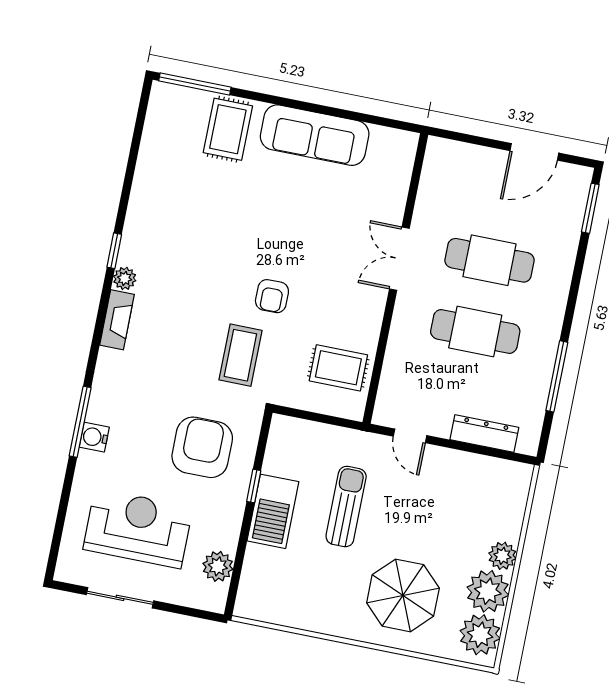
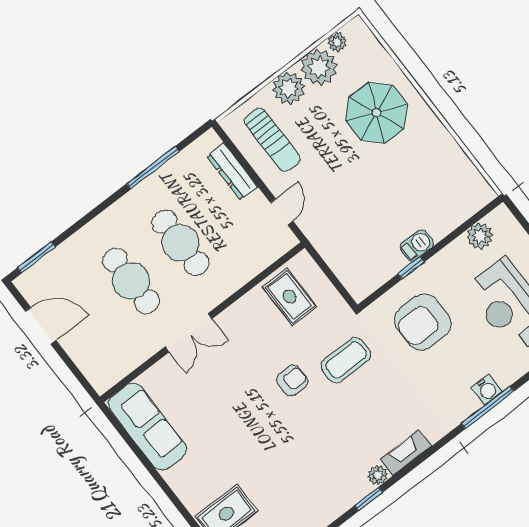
sofa: (315, 135) -> (147, 427), moved
sun lounger: (346, 507) -> (272, 140), moved, turned -90
barbecue: (273, 511) -> (417, 245), width x0.53, depth x0.65
plant: (502, 556) -> (289, 88), width x1.36, depth x1.36
plant: (480, 635) -> (337, 42), width x0.53, depth x0.53

